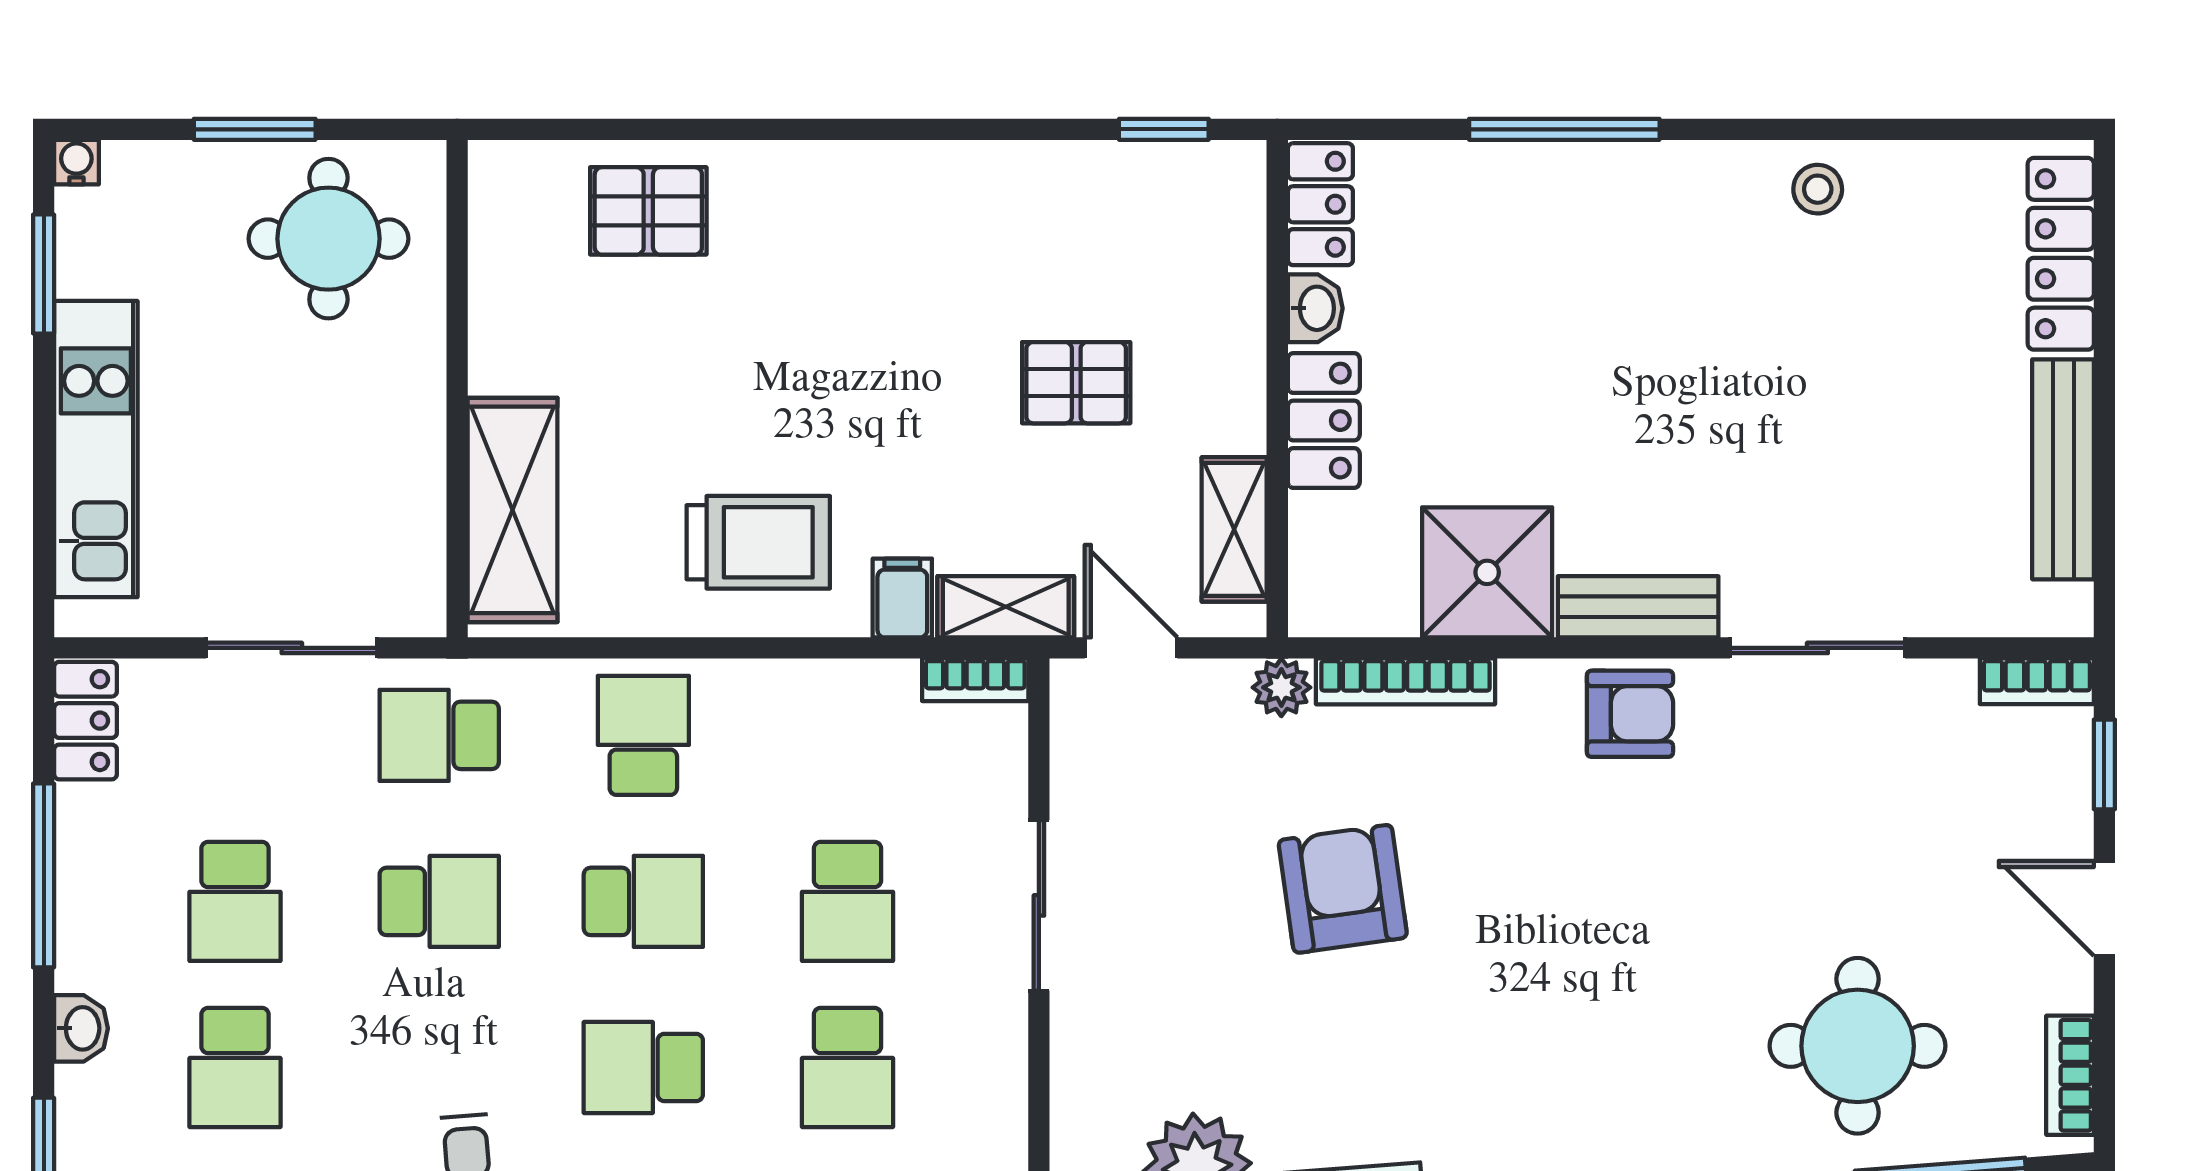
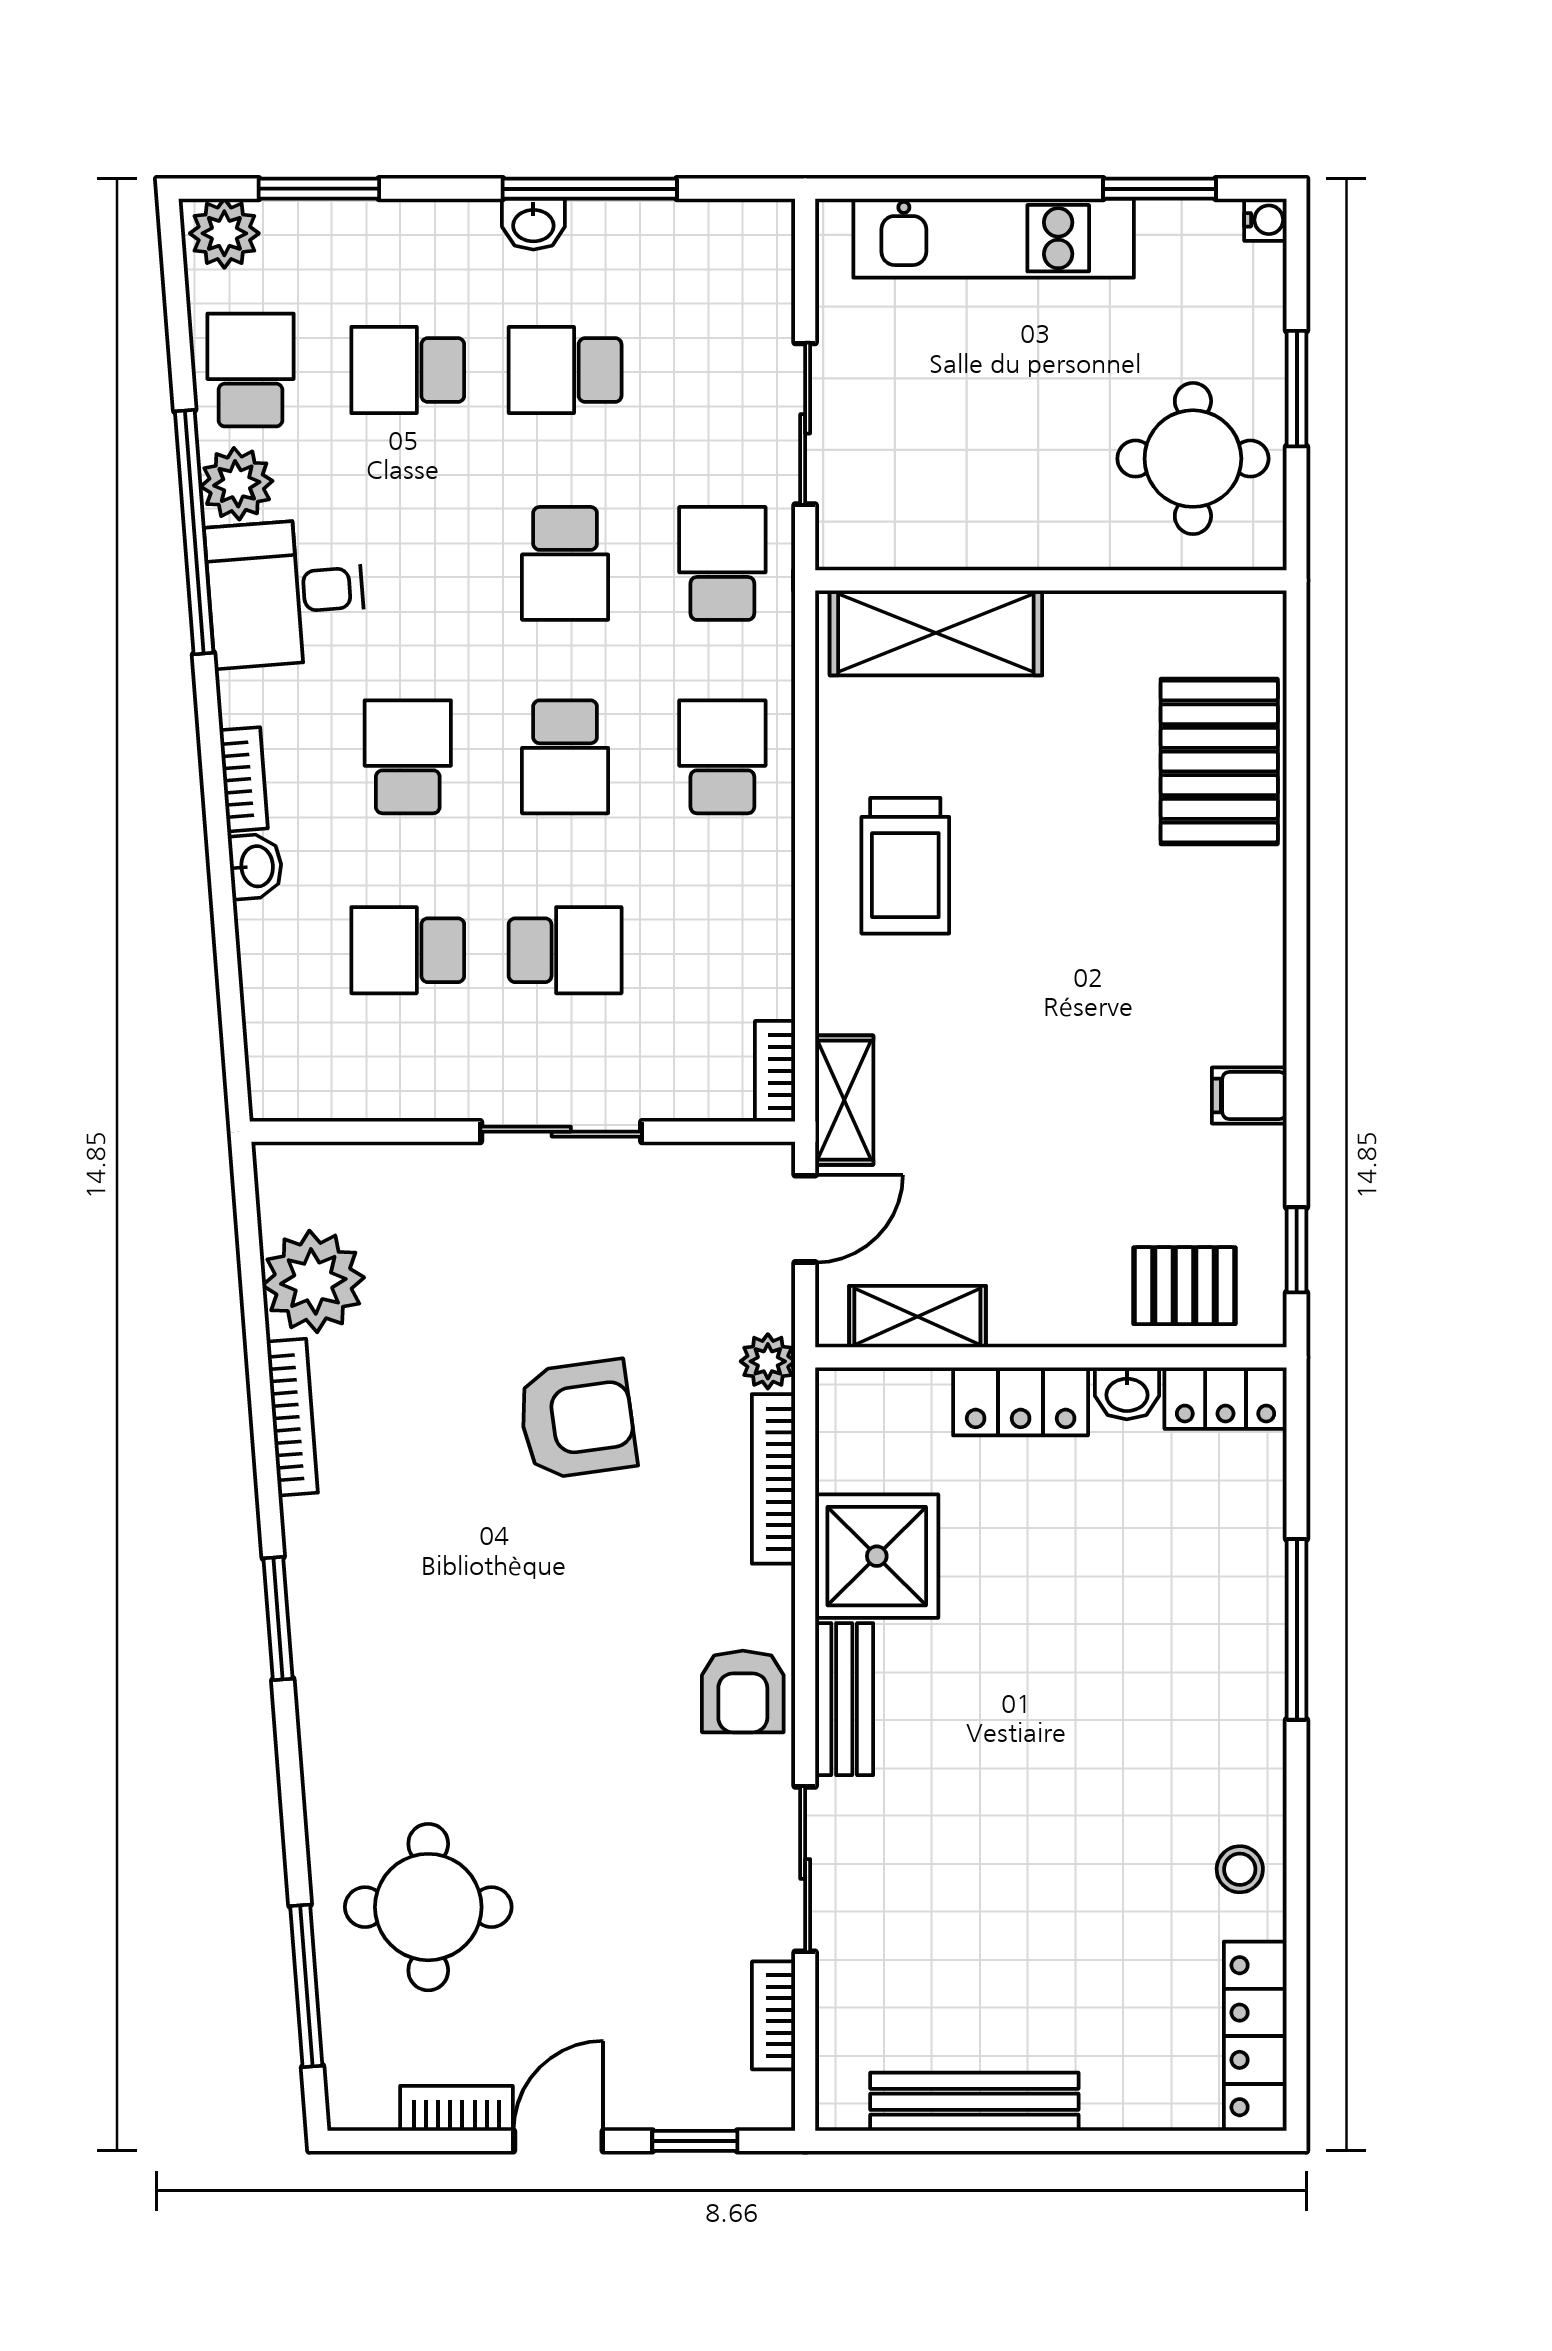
pallet: (648, 211) -> (1219, 762), width x1.50, depth x1.42
locker: (2061, 254) -> (1255, 2036), moved, turned -90
pallet: (1076, 383) -> (1185, 1286), moved, turned 90
filing cabinet: (902, 598) -> (1249, 1095), moved, turned 180
bookcase: (2037, 681) -> (774, 2015), moved
locker: (85, 721) -> (736, 228), removed
school desk: (643, 735) -> (722, 757), turned -90
school desk: (847, 901) -> (565, 950), turned 180
washbasin: (81, 1028) -> (533, 224), moved
bookcase: (2070, 1075) -> (456, 2108), moved

